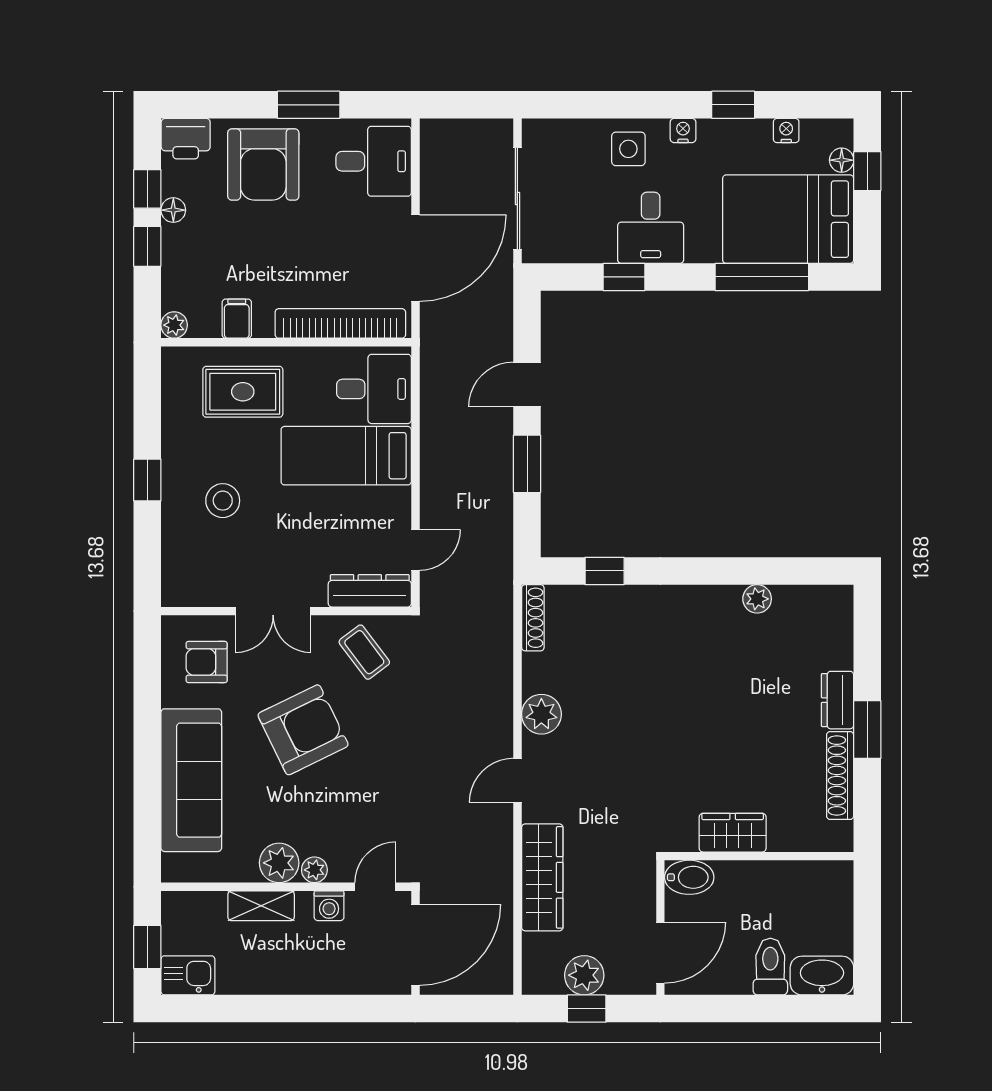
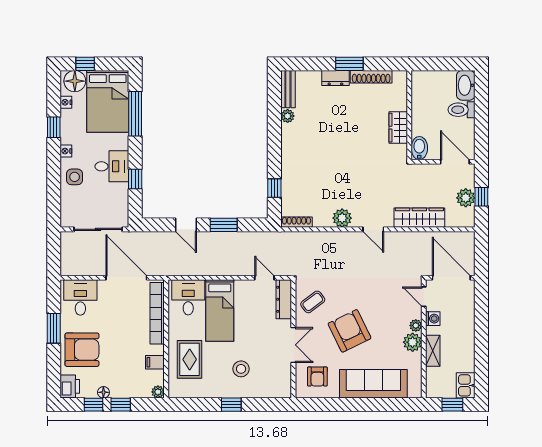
floor lamp: (842, 160) -> (75, 81), width x1.89, depth x1.89
bench: (814, 600) -> (288, 89), added

